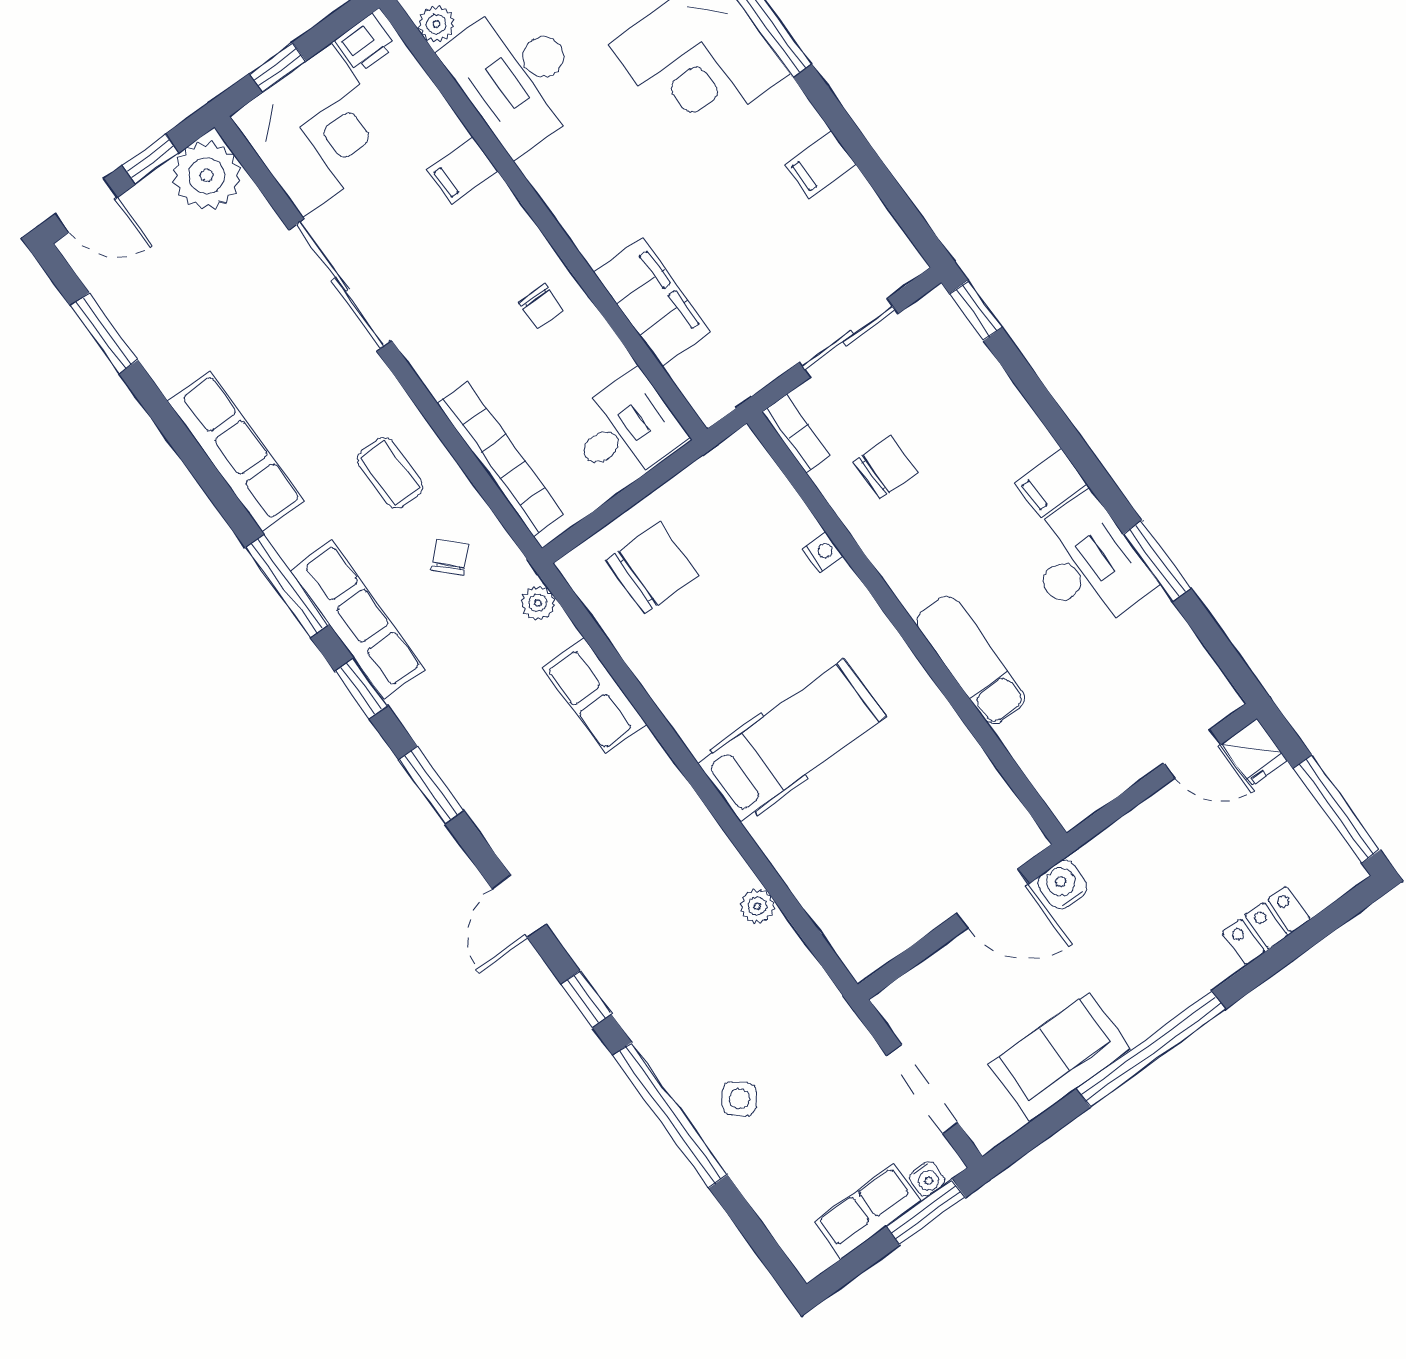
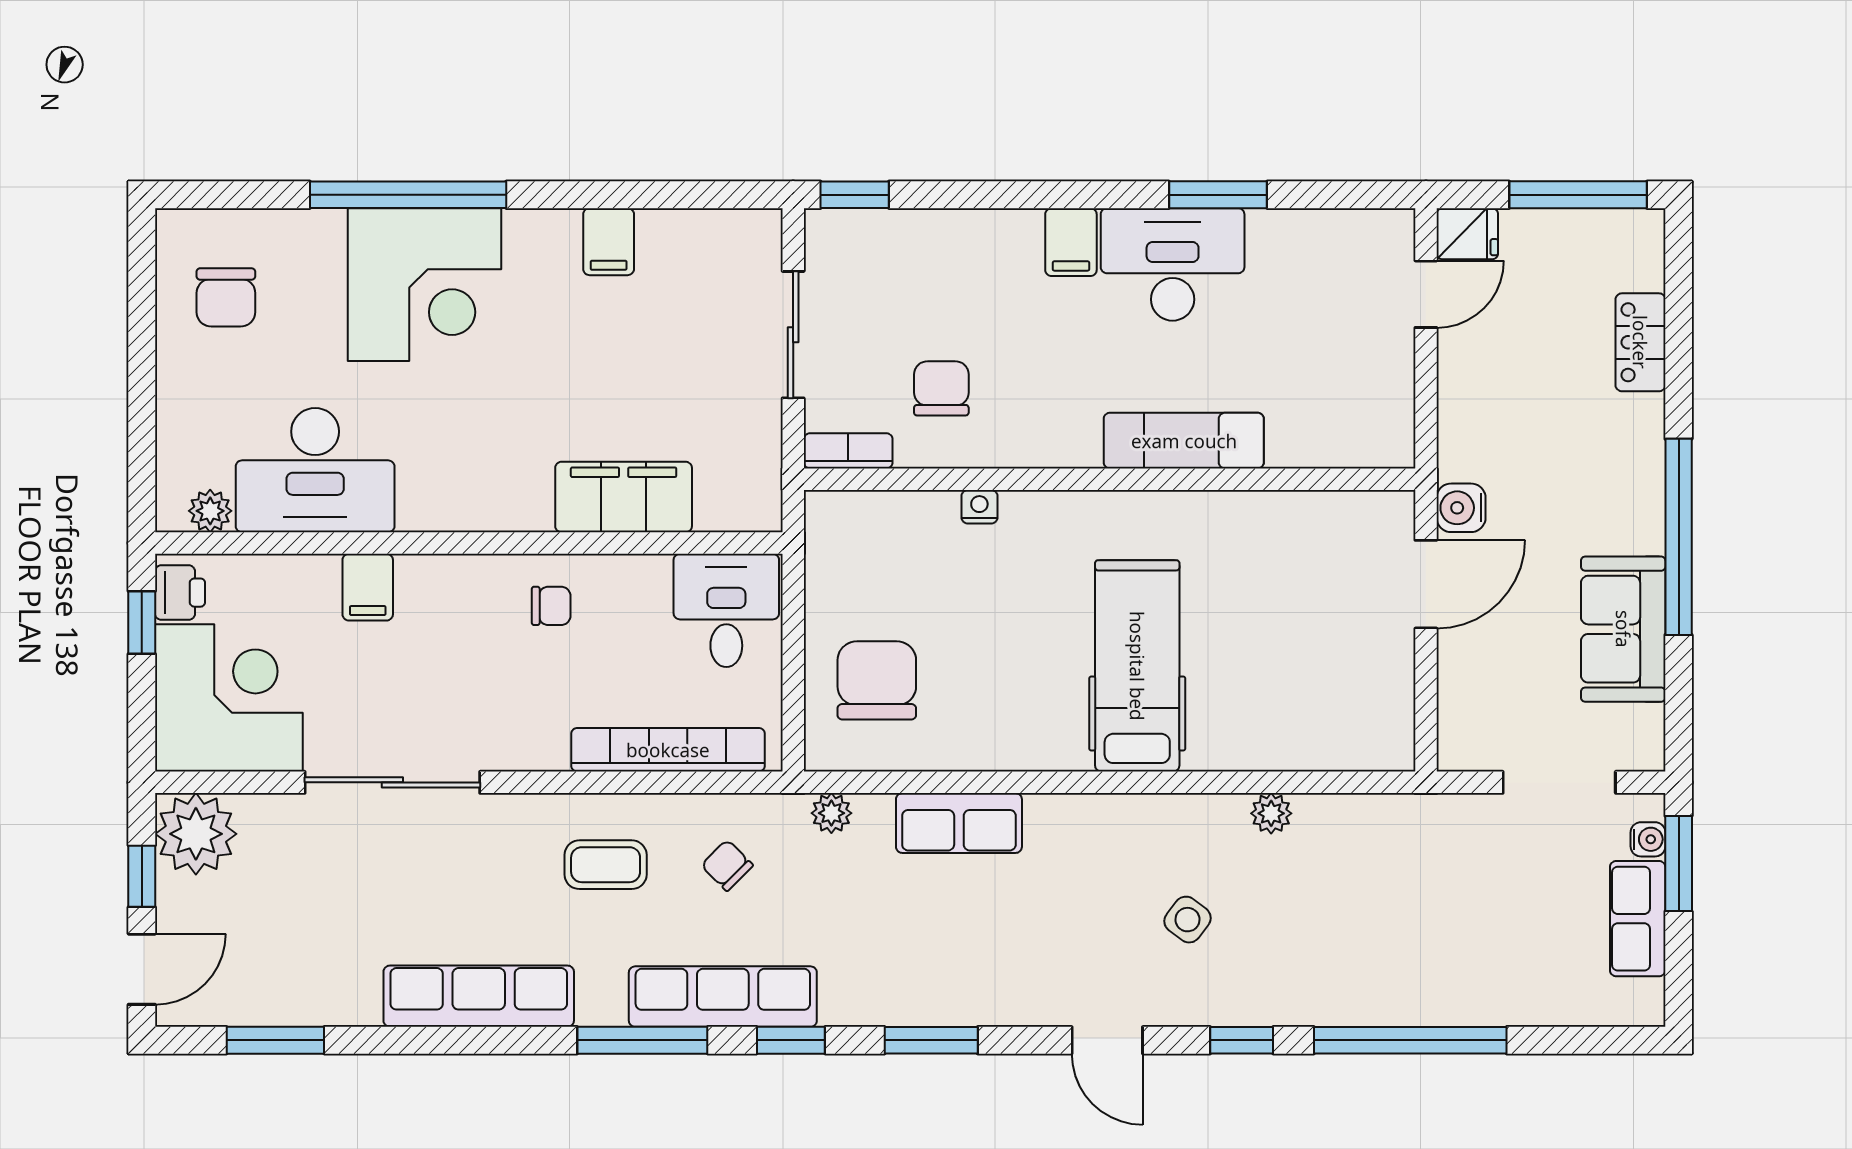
window: (277, 67) -> (142, 622), moved
side table: (739, 1099) -> (1187, 920), moved

